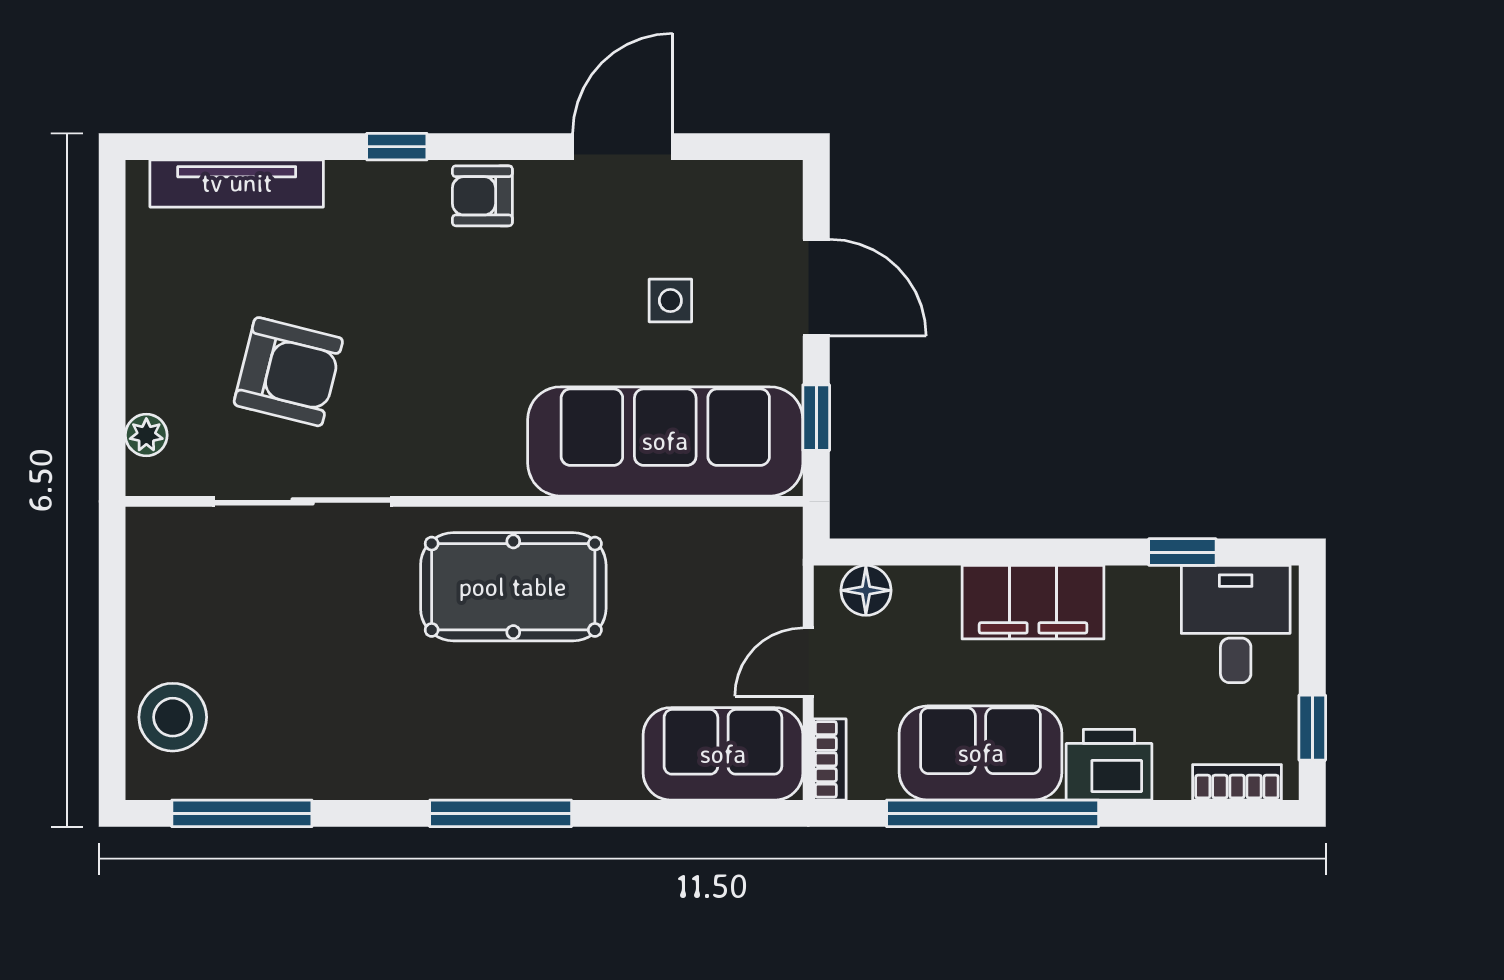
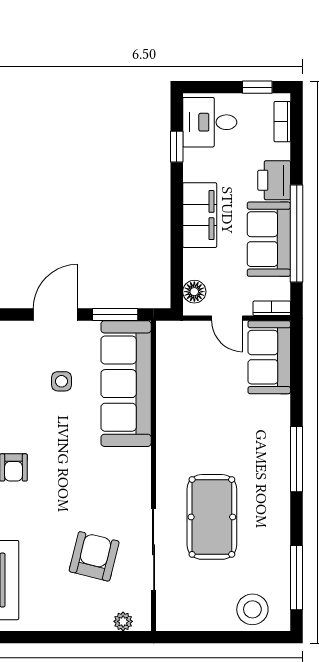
window: (816, 418) -> (115, 314), width x1.50
pool table: (513, 587) -> (212, 517), moved

